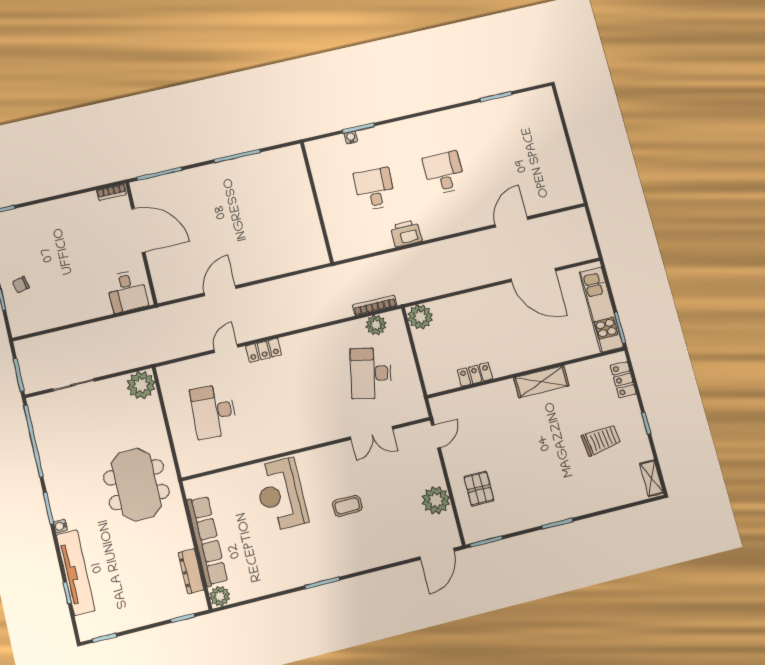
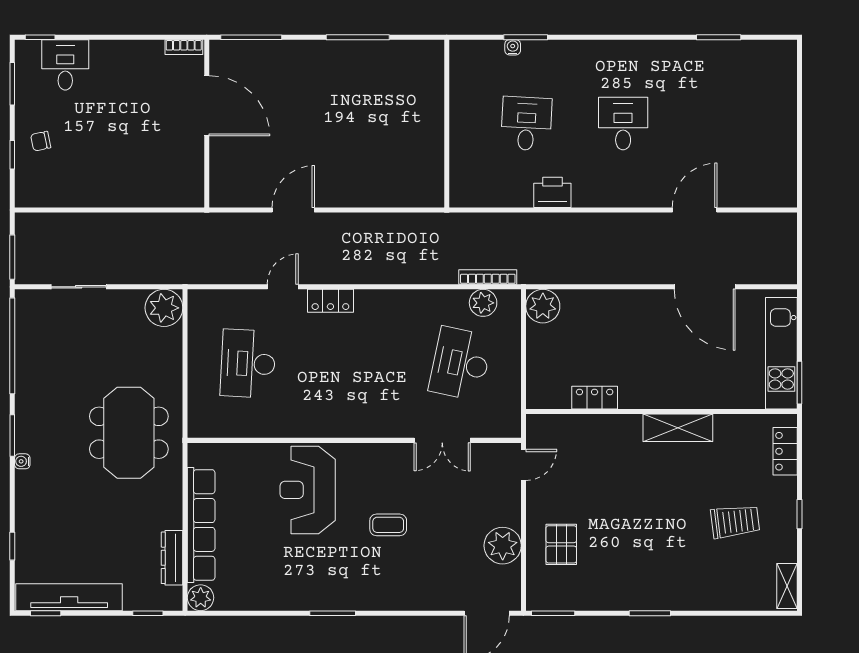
desk: (127, 291) -> (65, 65), moved, turned 180
tv unit: (76, 573) -> (69, 597), moved, turned -90

